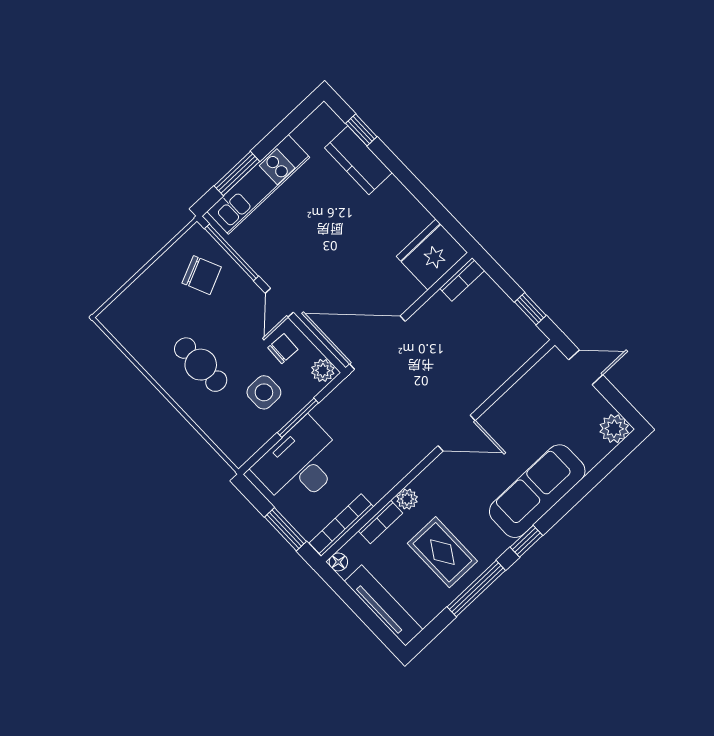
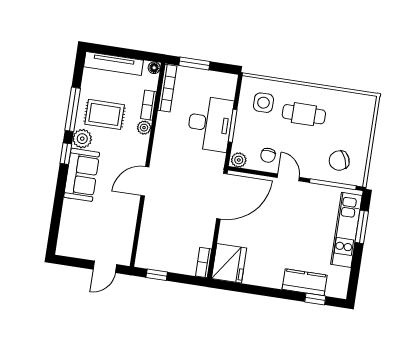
side table: (264, 392) -> (263, 103), moved
plant: (614, 429) -> (82, 139), moved
desk: (300, 464) -> (210, 124), moved
sofa: (537, 491) -> (82, 175), width x0.73

